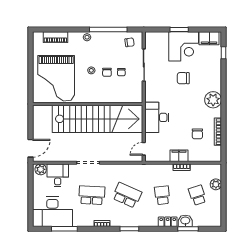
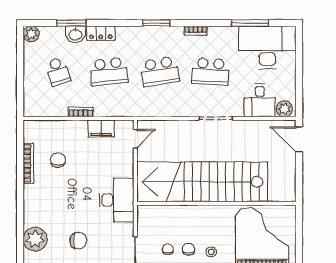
plant: (213, 100) -> (35, 239), moved
desk: (157, 117) -> (117, 200), moved
door: (31, 148) -> (299, 139), hinge flipped
filing cabinet: (179, 156) -> (101, 129), moved
plant: (216, 184) -> (31, 34), moved
school desk: (127, 195) -> (160, 71), turned -33
school desk: (162, 195) -> (109, 71), width x1.85

